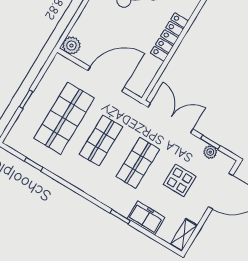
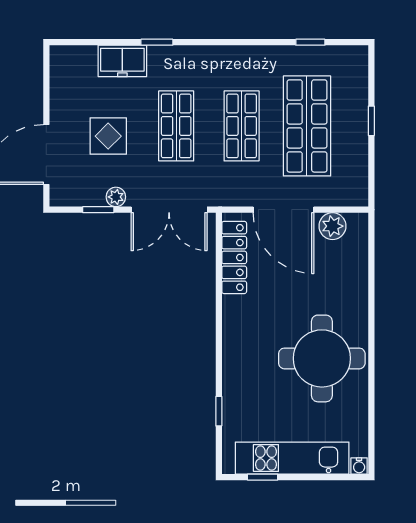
locker: (169, 37) -> (234, 257), moved
plant: (71, 46) -> (332, 226), moved
door: (106, 79) -> (283, 210), hinge flipped
plant: (210, 152) -> (116, 197), moved
shelving: (184, 235) -> (60, 69), removed

